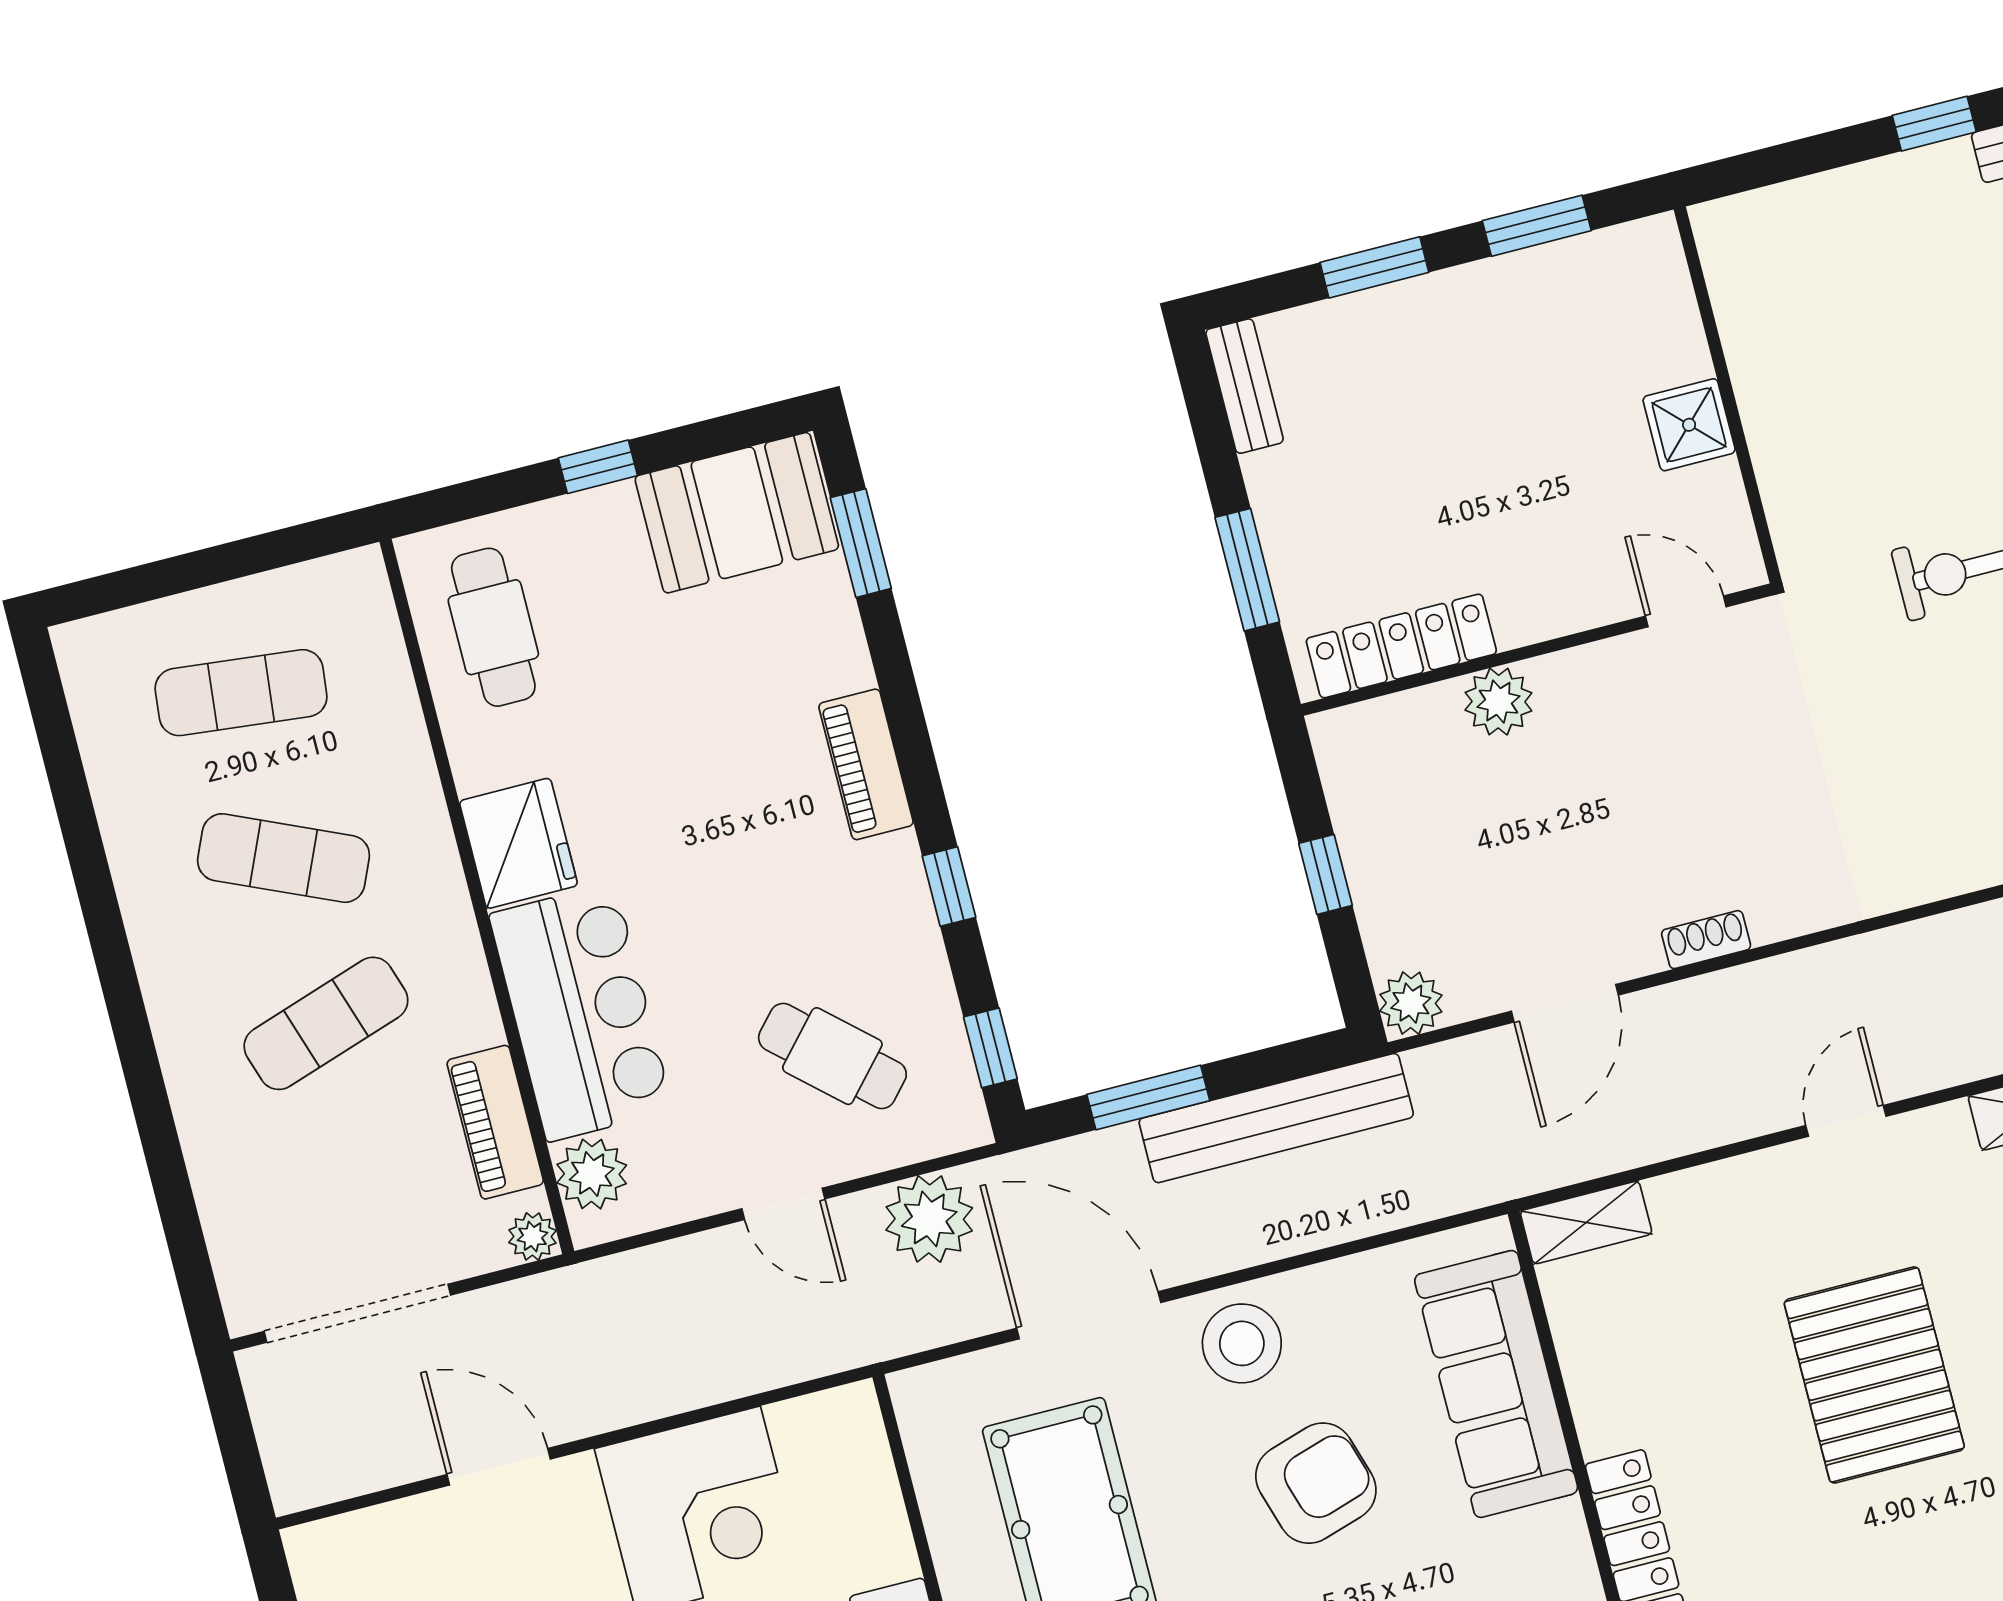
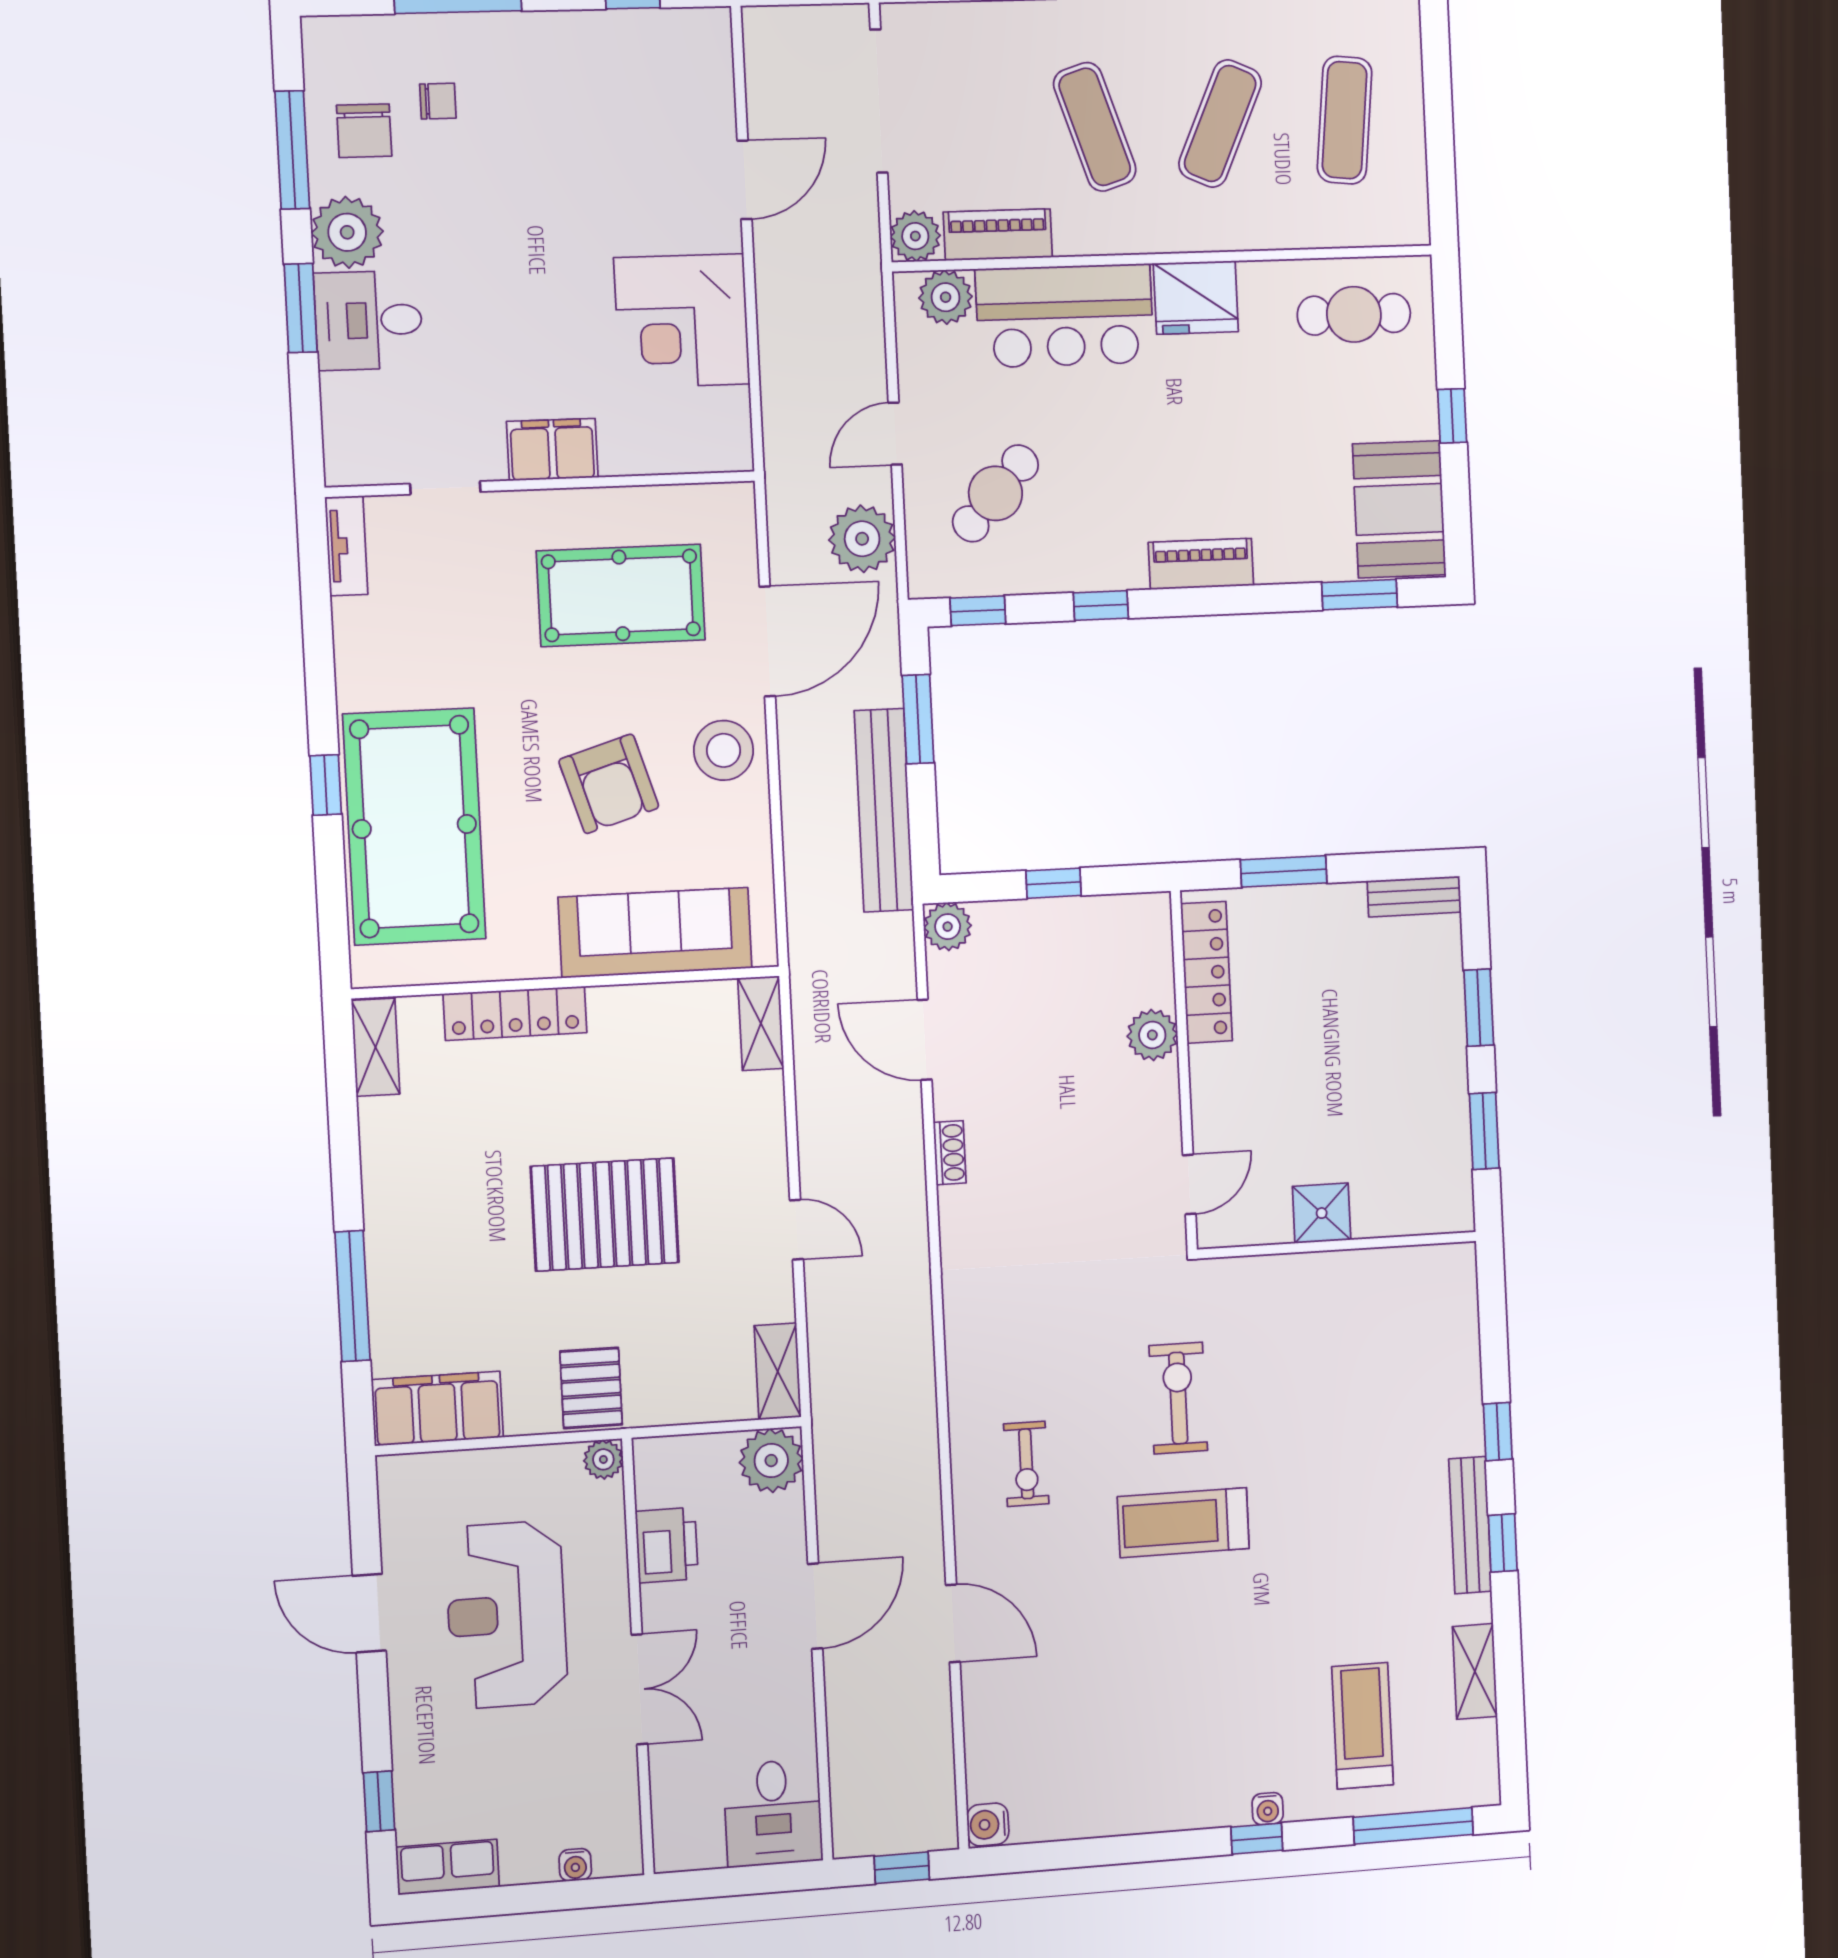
plant: (533, 1236) -> (915, 236), width x1.38, depth x1.38

